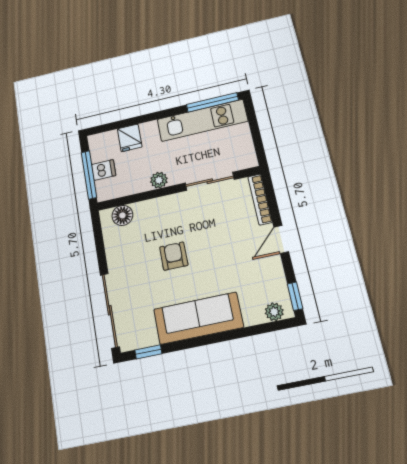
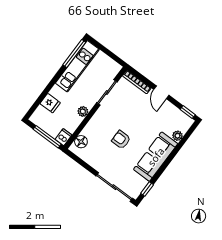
dishwasher: (104, 170) -> (64, 137), moved
plant: (274, 312) -> (177, 136), moved

